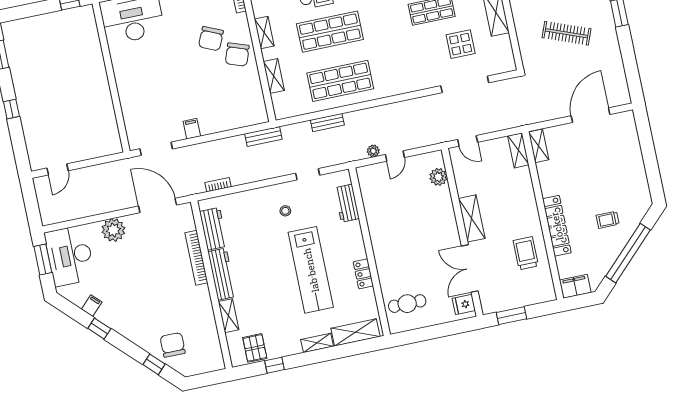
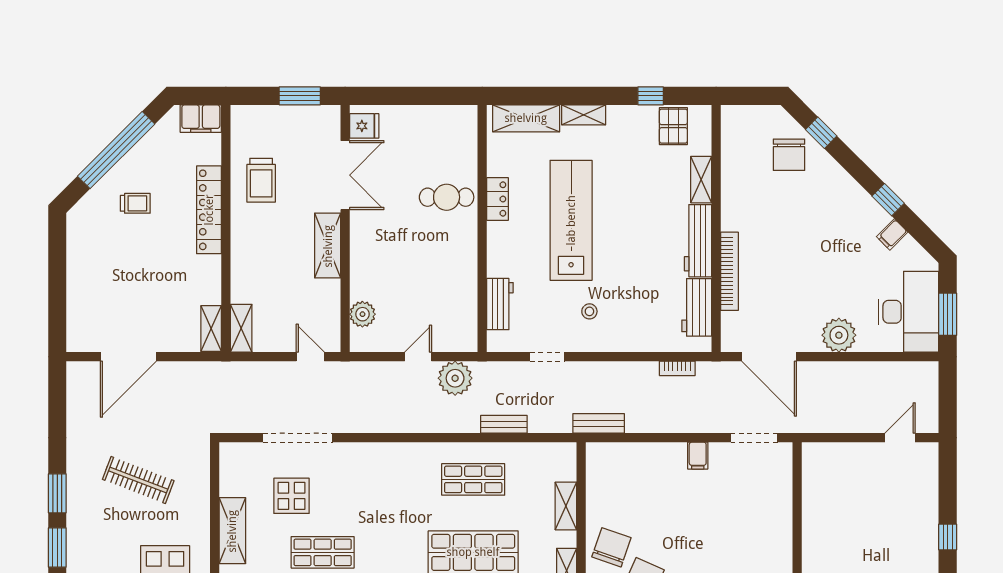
shop shelf: (340, 81) -> (473, 479), width x0.70, depth x0.74
plant: (373, 151) -> (455, 378), width x1.87, depth x1.87
cafe table: (407, 304) -> (447, 197), moved

